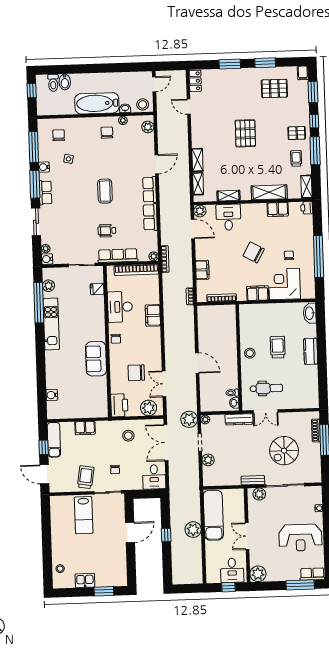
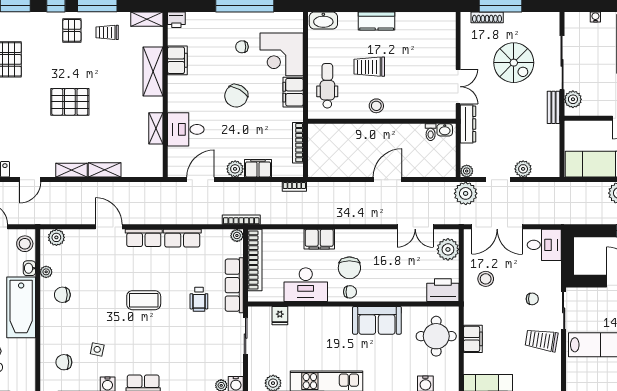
shelving: (198, 184) -> (72, 170), moved
plant: (200, 211) -> (235, 169), moved
chair: (136, 373) -> (349, 268), moved
dental chair: (266, 388) -> (327, 86), moved
round table: (86, 402) -> (436, 336), added

